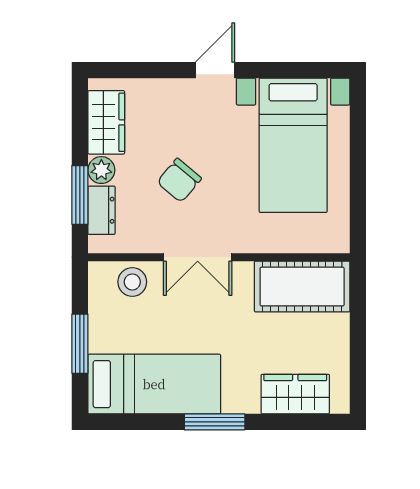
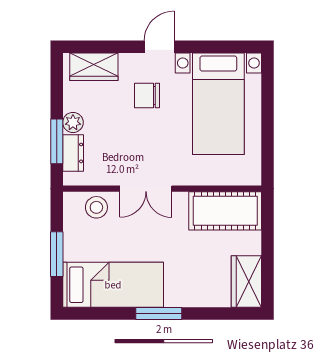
wardrobe: (106, 122) -> (94, 67), moved, turned 90
chair: (179, 180) -> (147, 96), moved, turned 50
wardrobe: (295, 394) -> (246, 281), moved, turned -90

